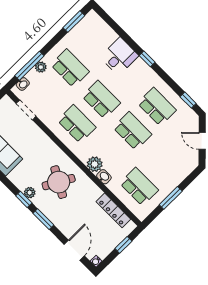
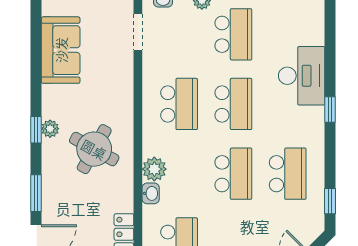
desk: (119, 56) -> (302, 76), width x1.37
window: (43, 219) -> (36, 193), moved

